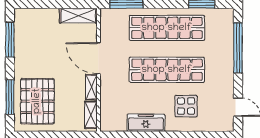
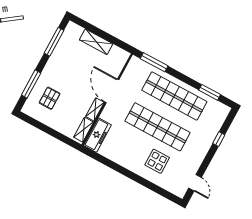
shelving: (78, 16) -> (96, 42), moved
window: (238, 48) -> (219, 139), width x0.32
pallet: (37, 101) -> (50, 98), width x0.49, depth x0.50
freezer: (146, 123) -> (97, 135), moved, turned 90

